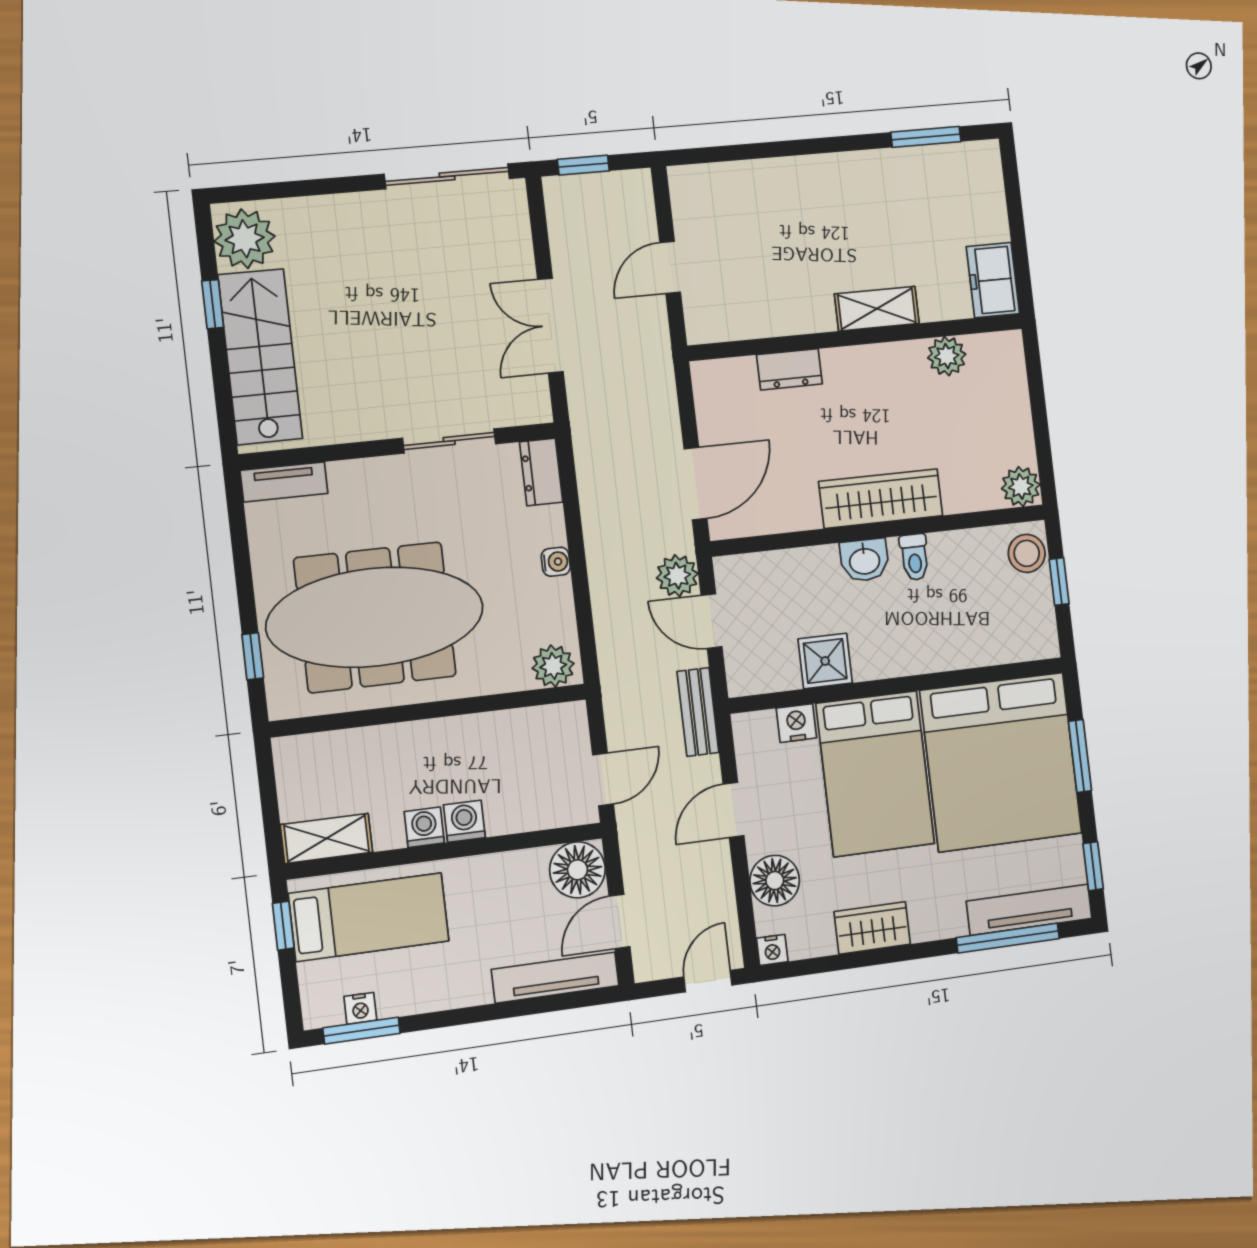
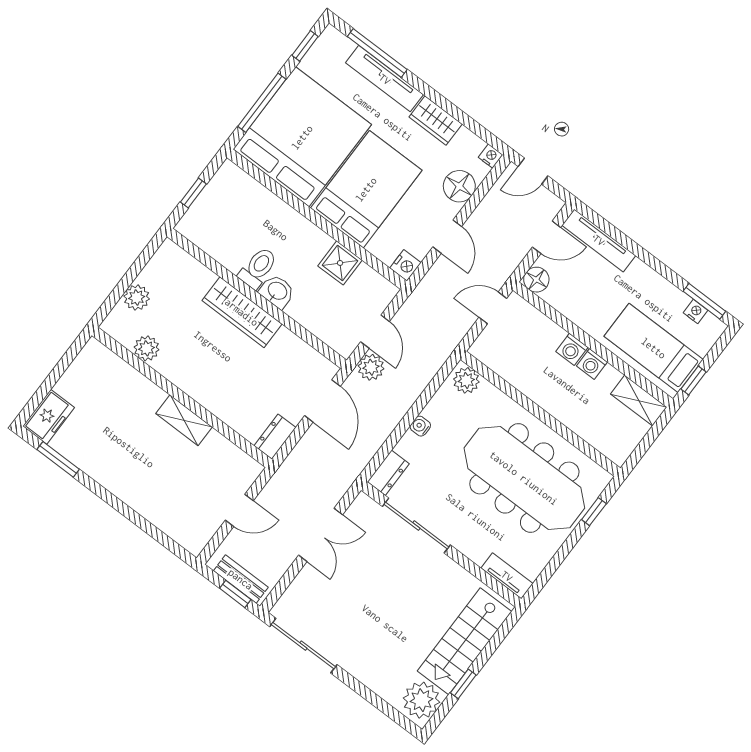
freezer: (993, 280) -> (49, 417), moved
shelving: (877, 309) -> (184, 420), moved
dresser: (789, 369) -> (275, 437), moved, turned -90
sliding door: (449, 441) -> (416, 526), width x1.37
door: (695, 484) -> (322, 401), swing flipped
plant: (1021, 487) -> (137, 297), moved
stool: (1027, 553) -> (196, 221), removed
toilet: (914, 557) -> (258, 268), width x1.37, depth x1.39
bench: (698, 712) -> (241, 579), moved, turned 90
nightstand: (796, 723) -> (405, 265), moved, turned -90
window: (1080, 756) -> (262, 103), width x1.44
door: (734, 810) -> (447, 237), hinge flipped
floor lamp: (577, 870) -> (536, 280), width x0.73, depth x0.73
tv unit: (1029, 910) -> (385, 79), moved

